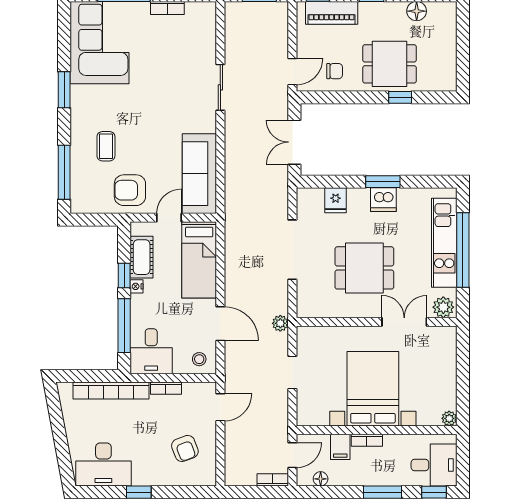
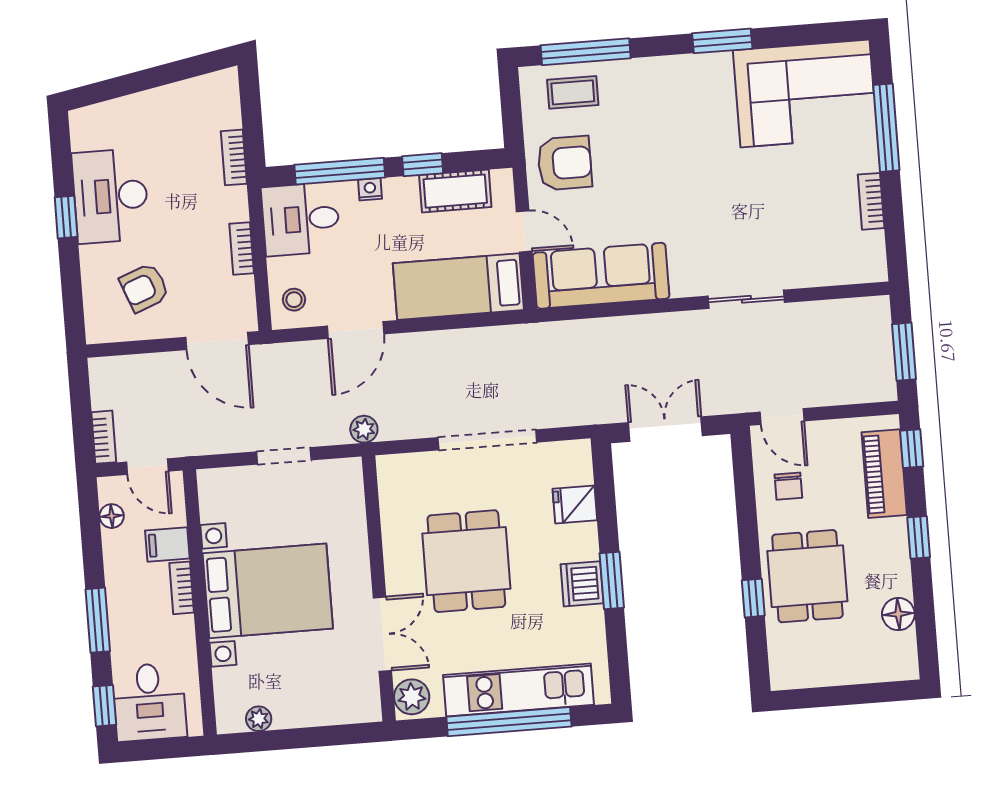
coffee table: (106, 146) -> (573, 92), moved
armchair: (130, 190) -> (565, 163), turned 90
nightstand: (137, 286) -> (370, 189), moved
bookcase: (111, 391) -> (234, 157), width x0.43, depth x0.76
door: (220, 407) -> (217, 341), width x1.38
plant: (449, 418) -> (259, 719), moved
desk: (103, 464) -> (111, 196), moved

